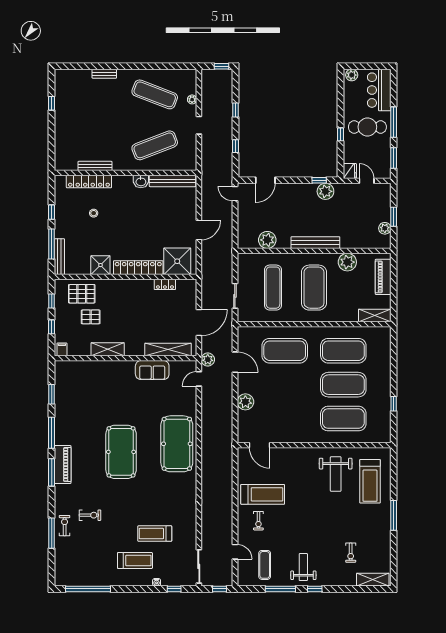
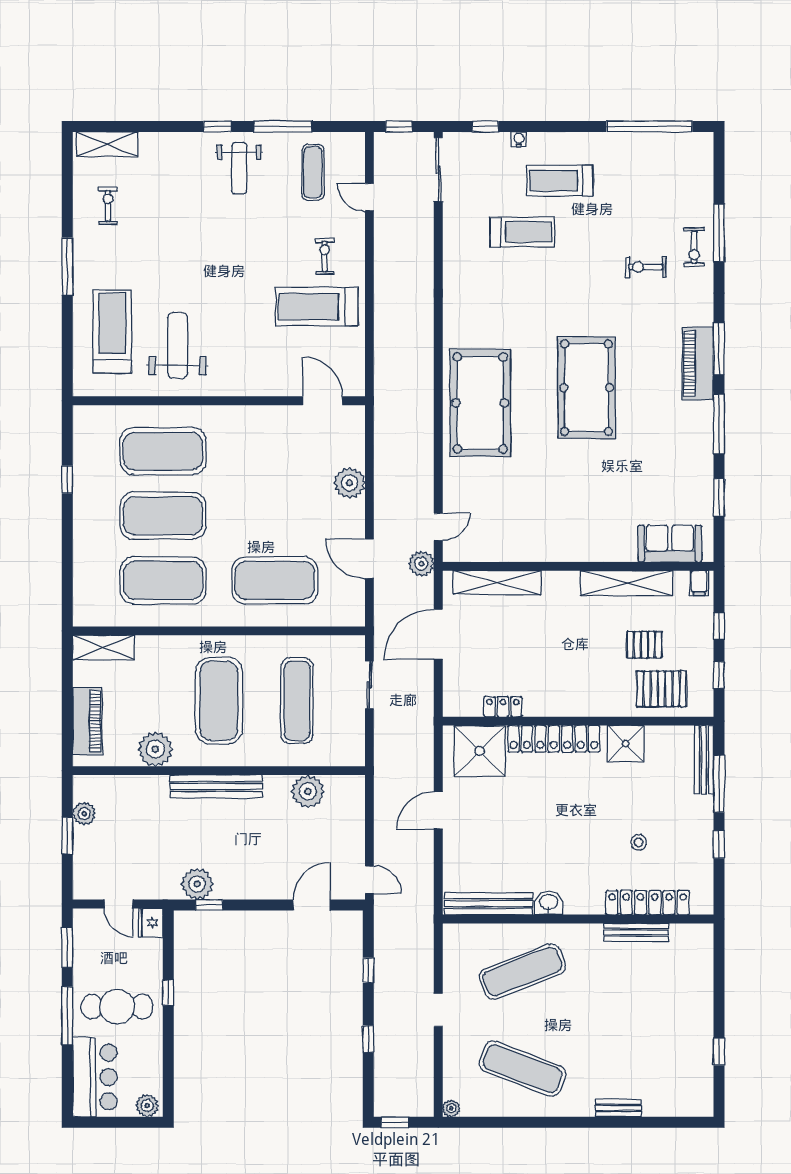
plant: (192, 99) -> (451, 1108), moved
shelving: (108, 349) -> (627, 583), width x1.47
sofa: (152, 370) -> (670, 544), moved
exercise bike: (351, 553) -> (108, 206), moved

